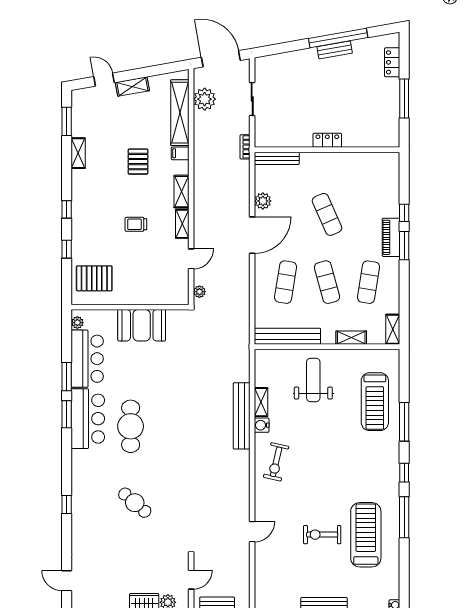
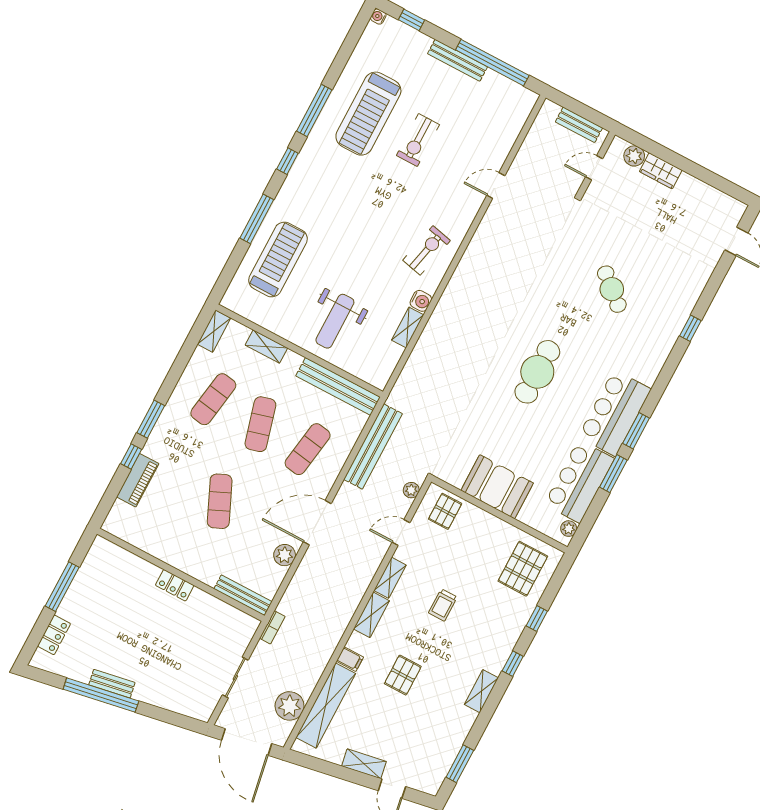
shelving: (78, 153) -> (481, 691), moved
trolley: (136, 224) -> (443, 605), turned 90
piano: (391, 237) -> (138, 480), moved
pallet: (94, 278) -> (523, 569), turned 90
pallet: (168, 289) -> (445, 511), added
bench: (242, 416) -> (373, 446), moved
cafe table: (131, 426) -> (537, 372), moved
exercise bike: (322, 535) -> (418, 140), turned 90

